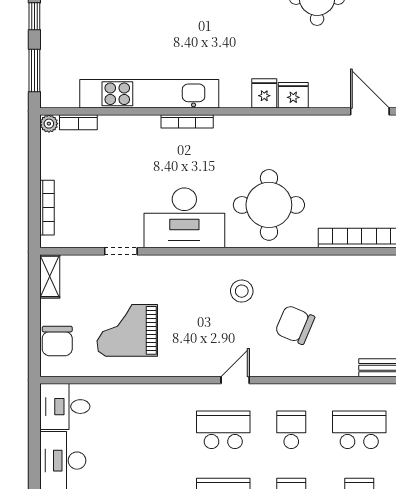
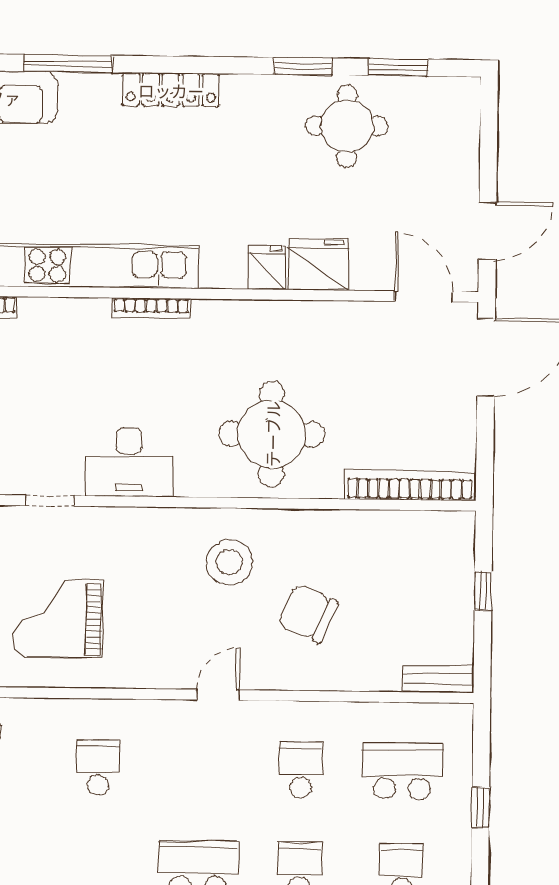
fridge: (293, 95) -> (318, 264), width x1.36, depth x1.34
desk: (184, 218) -> (129, 462), width x0.73, depth x0.77
stool: (242, 291) -> (229, 562), width x1.38, depth x1.38
school desk: (223, 430) -> (98, 768), moved, width x0.54

